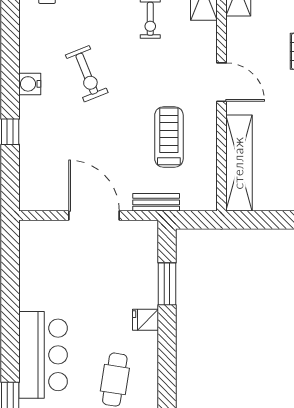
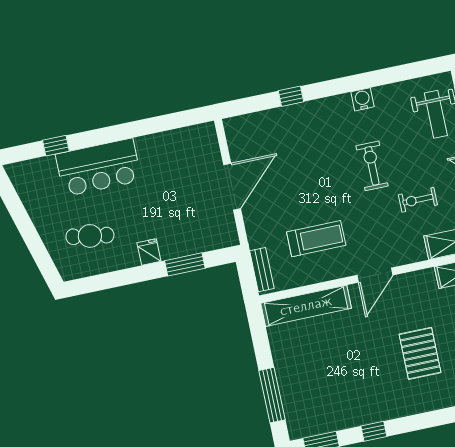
exercise bike: (87, 74) -> (372, 166), moved, turned 112
water cooler: (30, 84) -> (363, 99), moved
bench: (156, 202) -> (262, 270), moved

